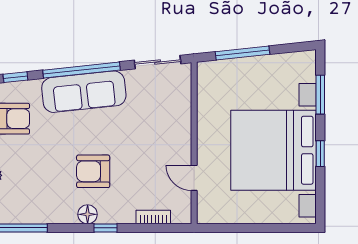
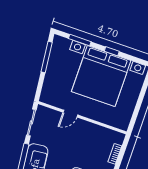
window: (243, 53) -> (47, 57), moved
door: (194, 178) -> (70, 114), moved

